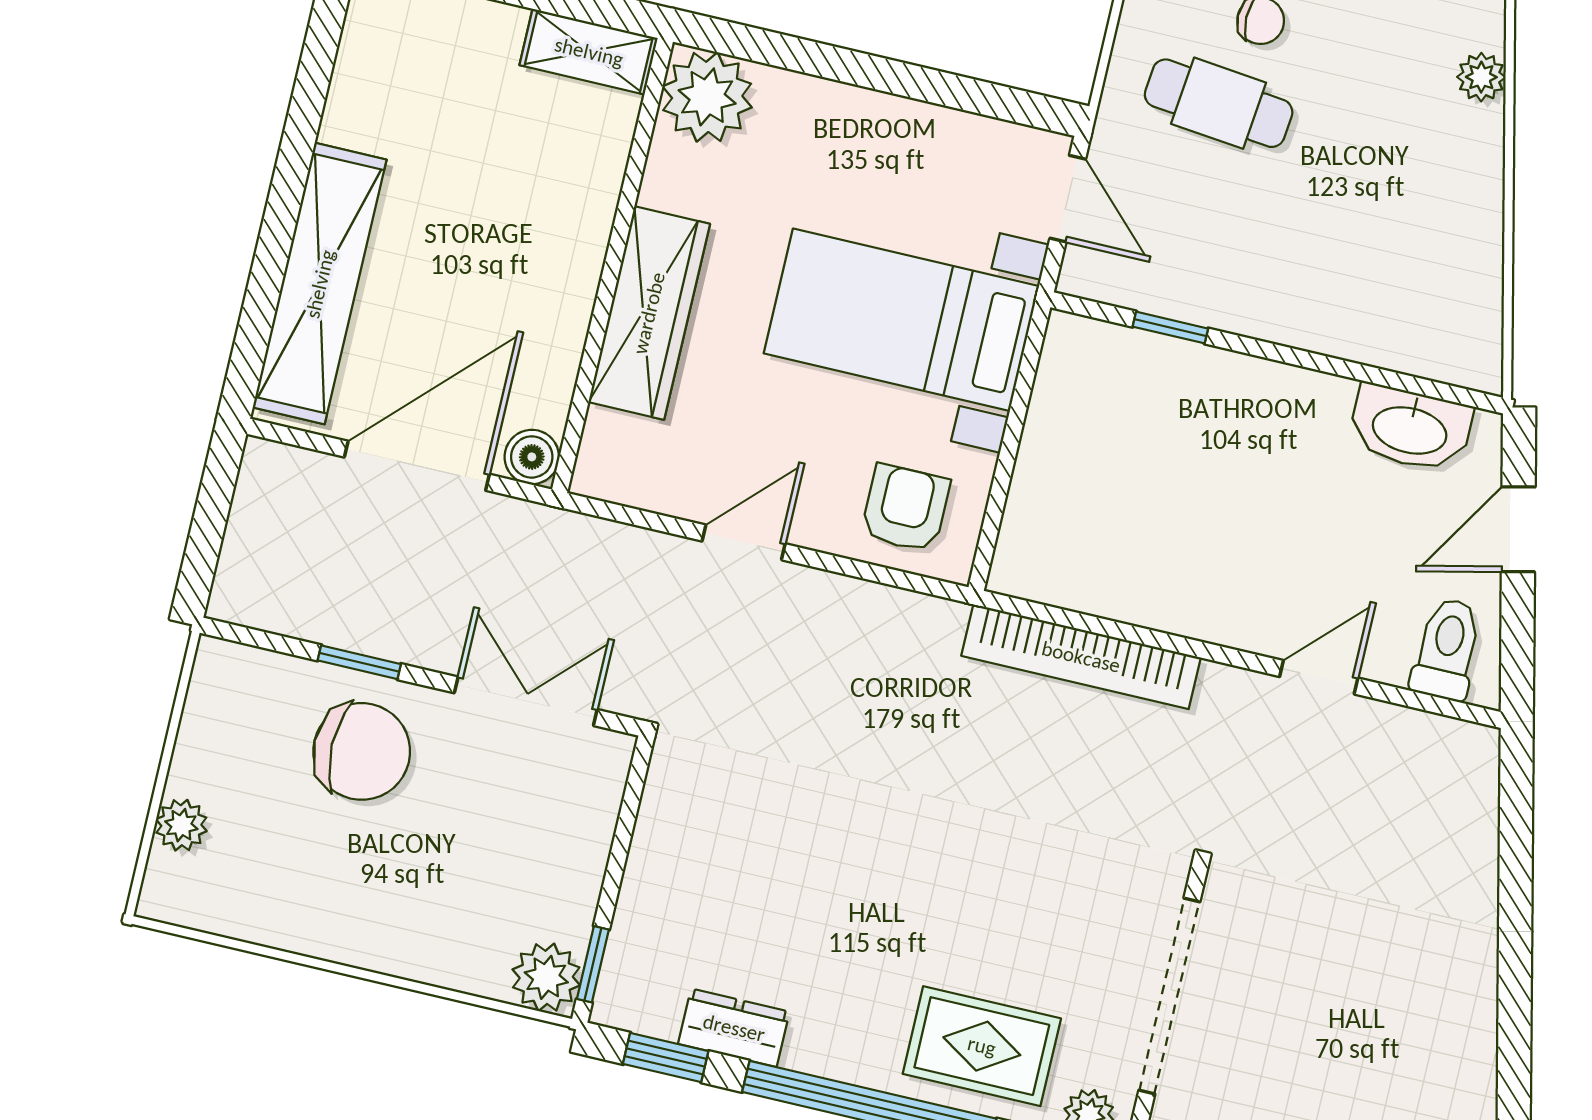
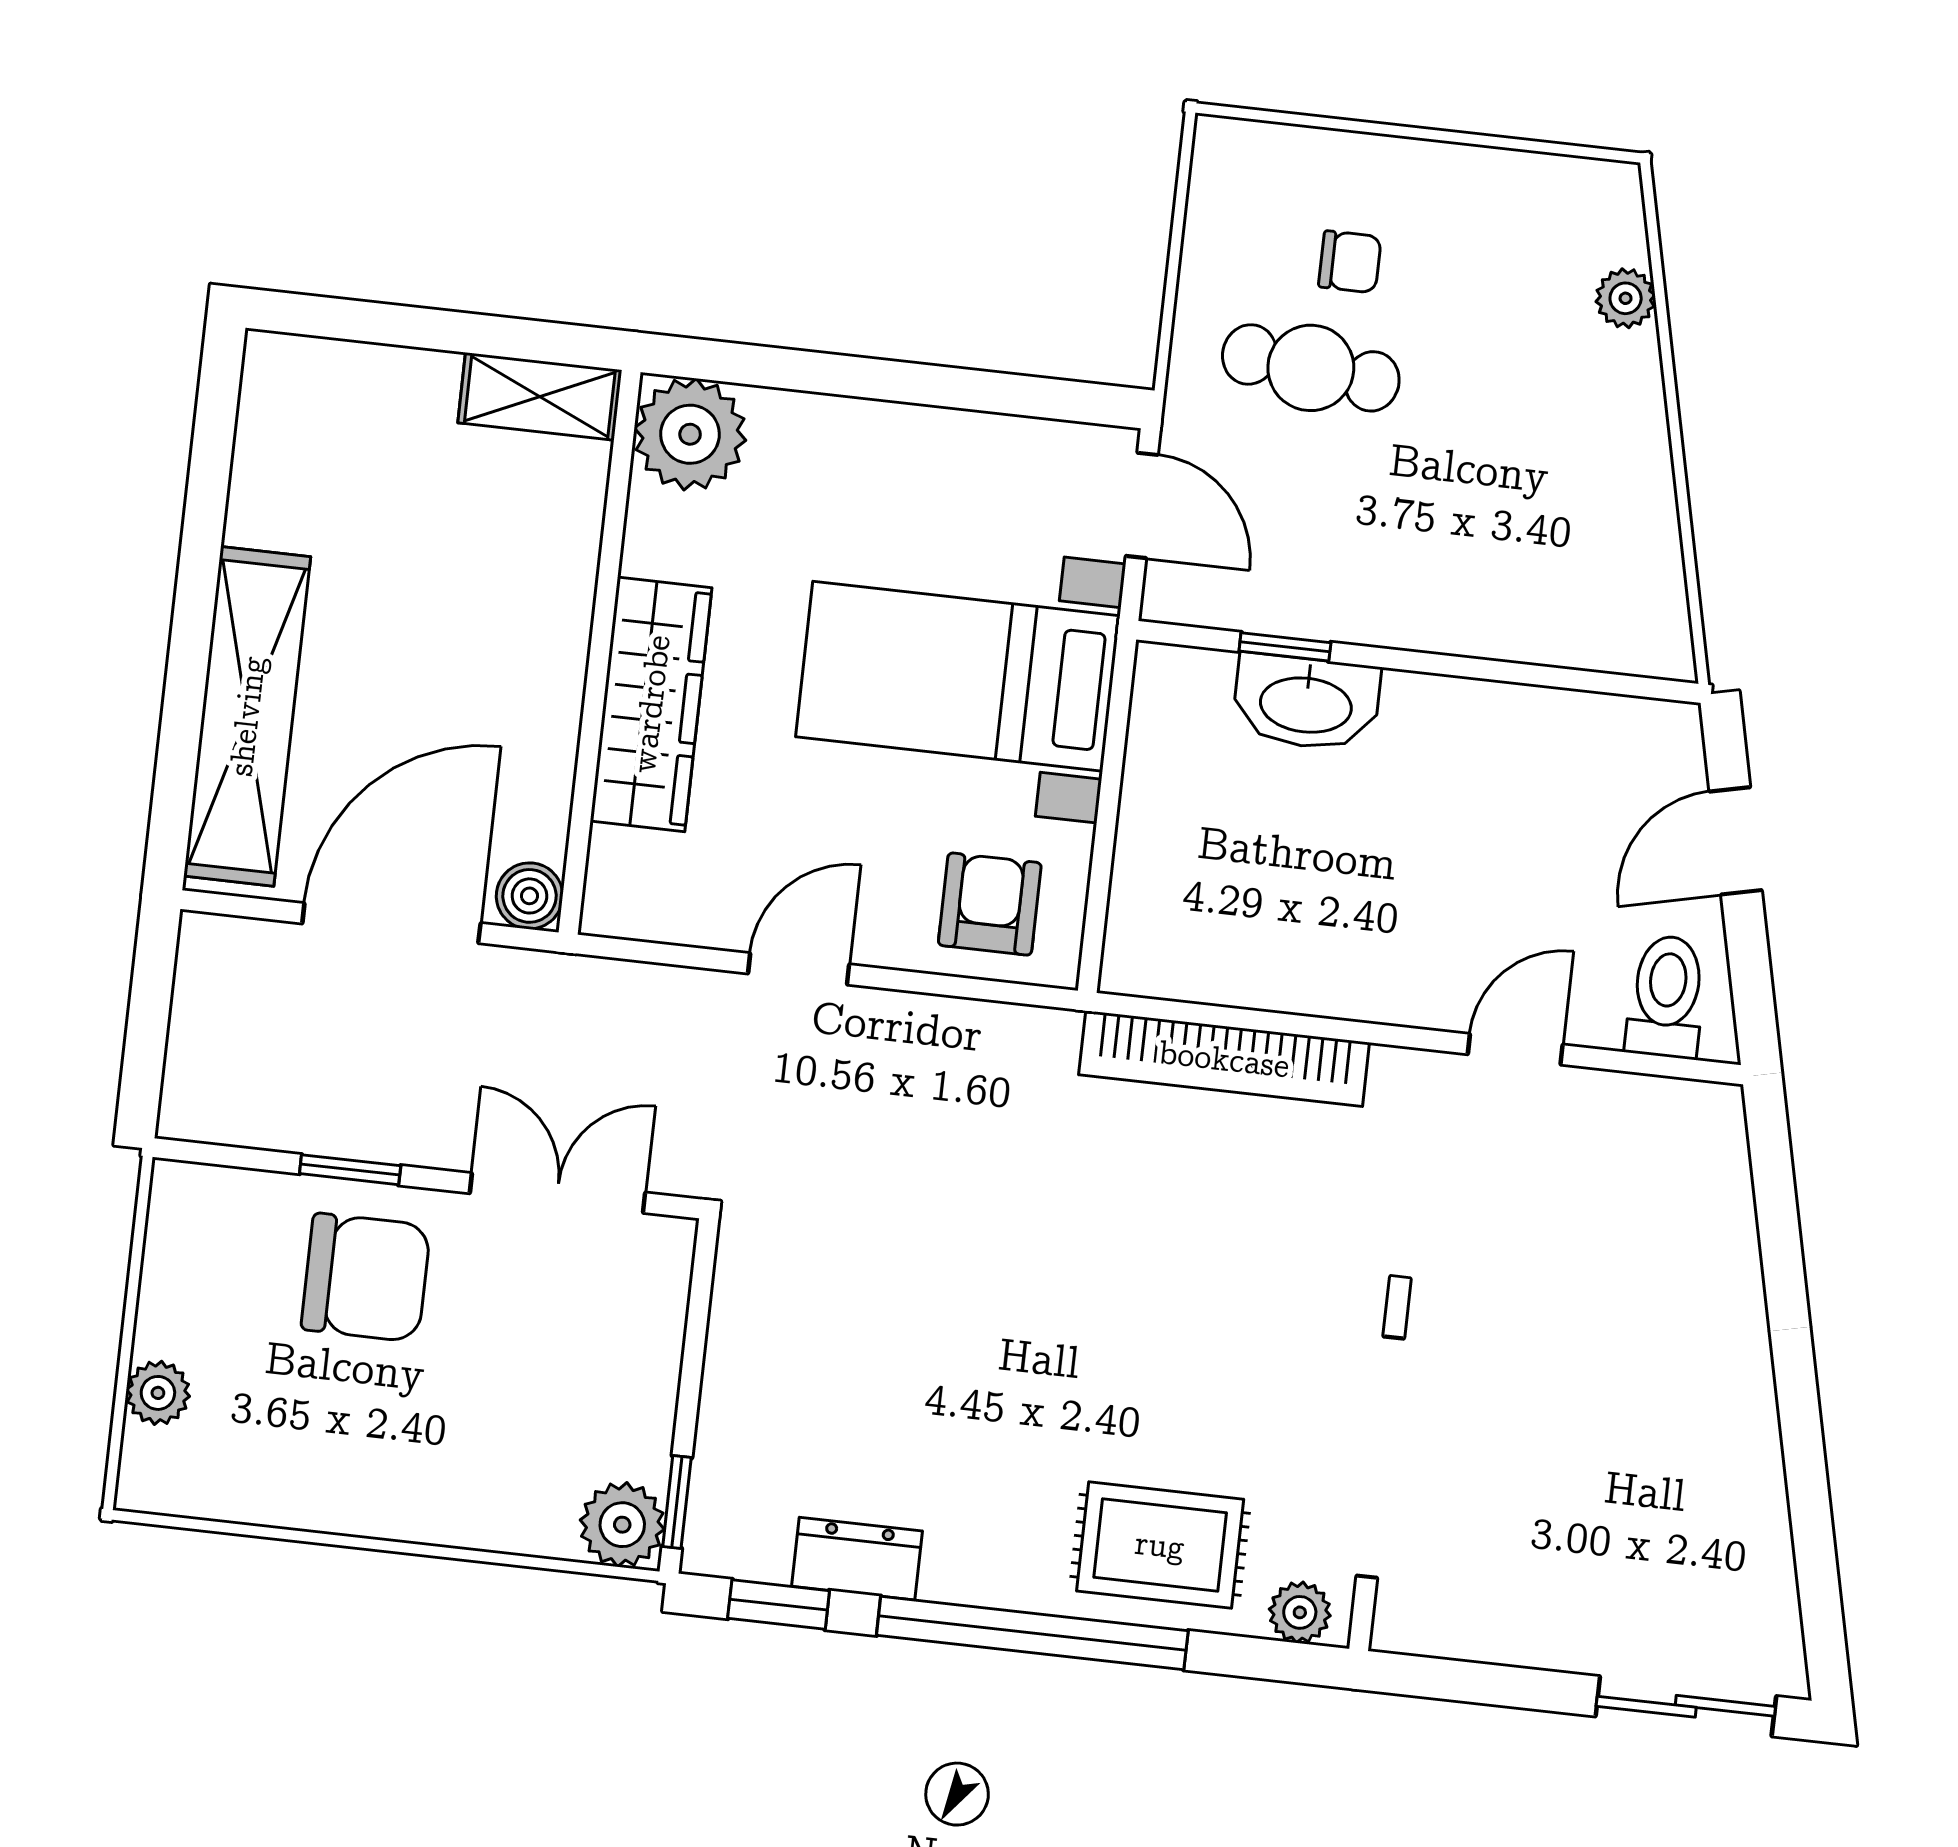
washbasin: (1410, 428) -> (1306, 702), moved

